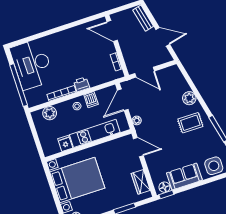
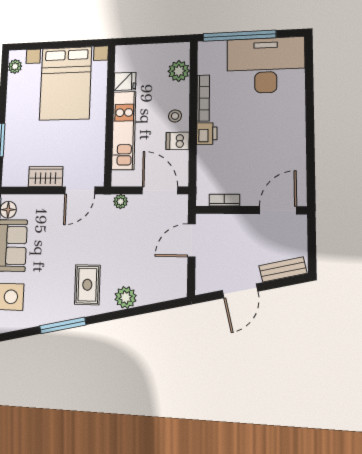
wardrobe: (141, 182) -> (46, 177), moved

